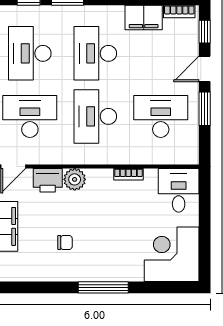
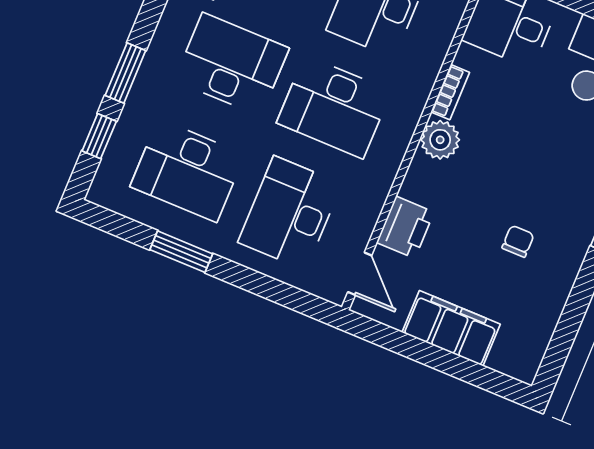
desk: (95, 53) -> (232, 64), turned 180
plant: (75, 179) -> (440, 140), moved

